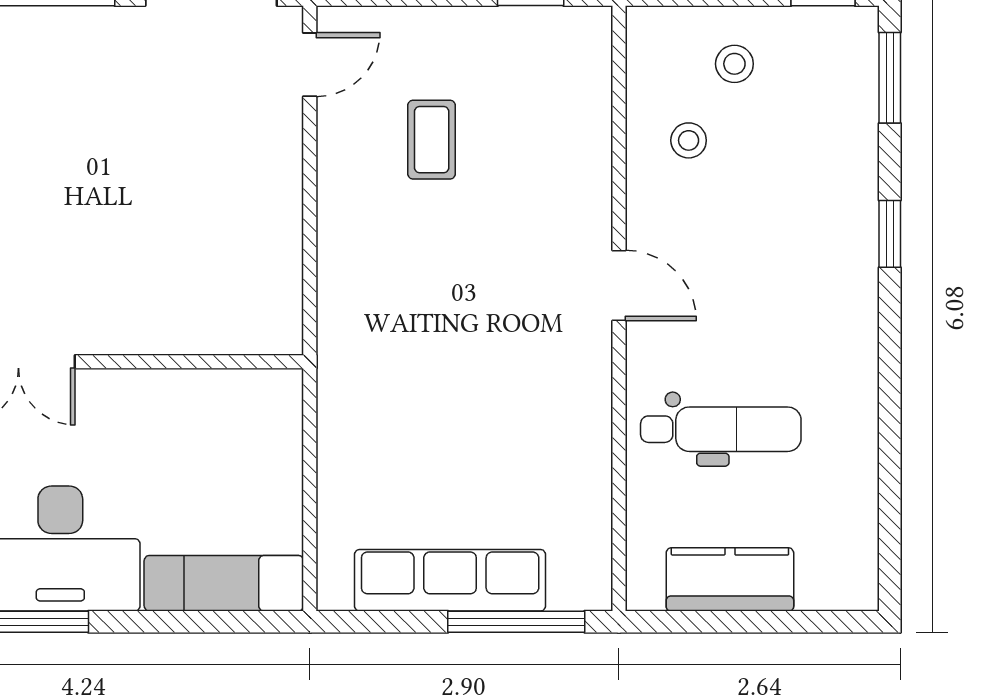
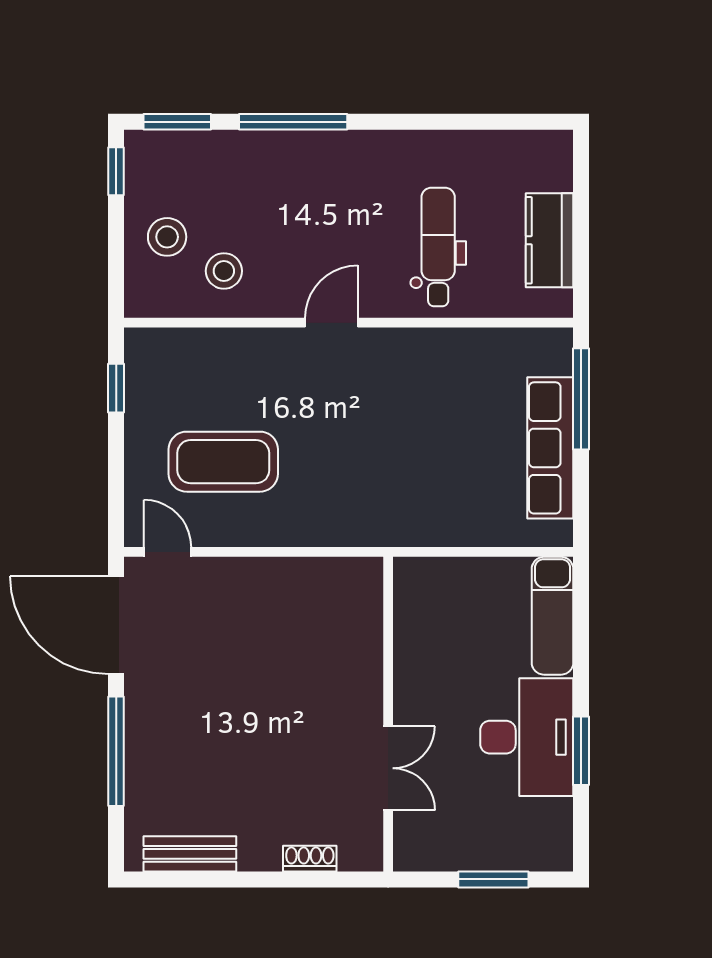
stool: (734, 64) -> (167, 237), width x1.37, depth x1.37
coffee table: (432, 140) -> (223, 462), width x1.86, depth x1.72
stool: (689, 140) -> (224, 271), width x1.37, depth x1.37
window: (890, 234) -> (293, 122), width x2.17

